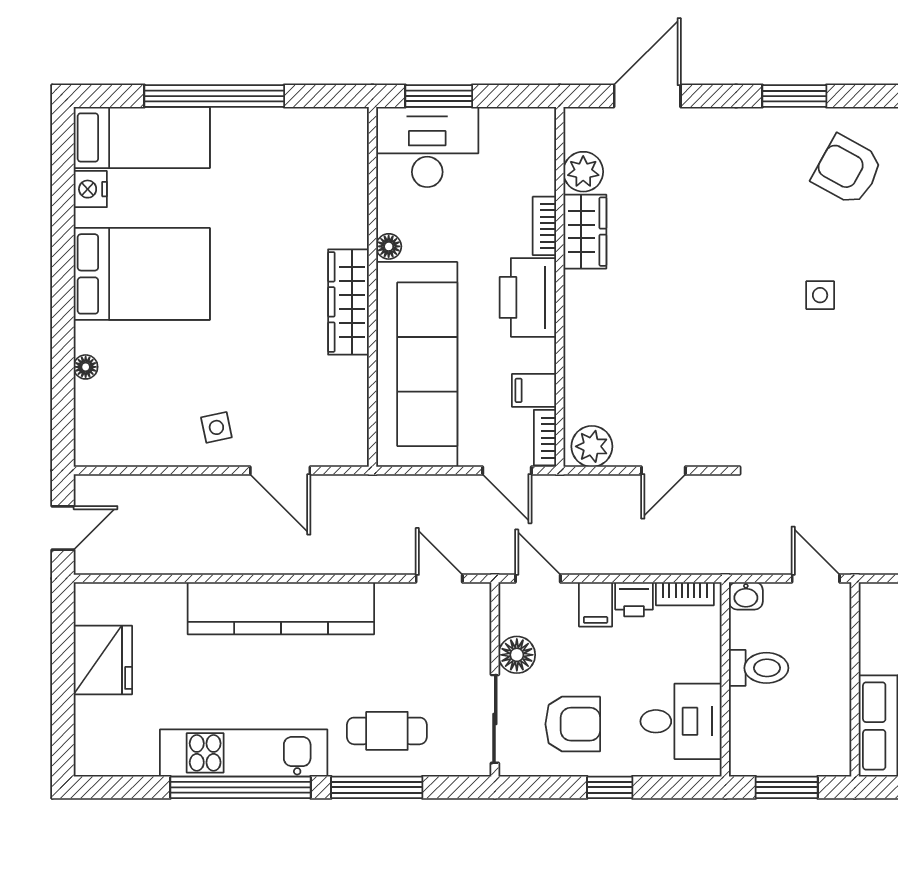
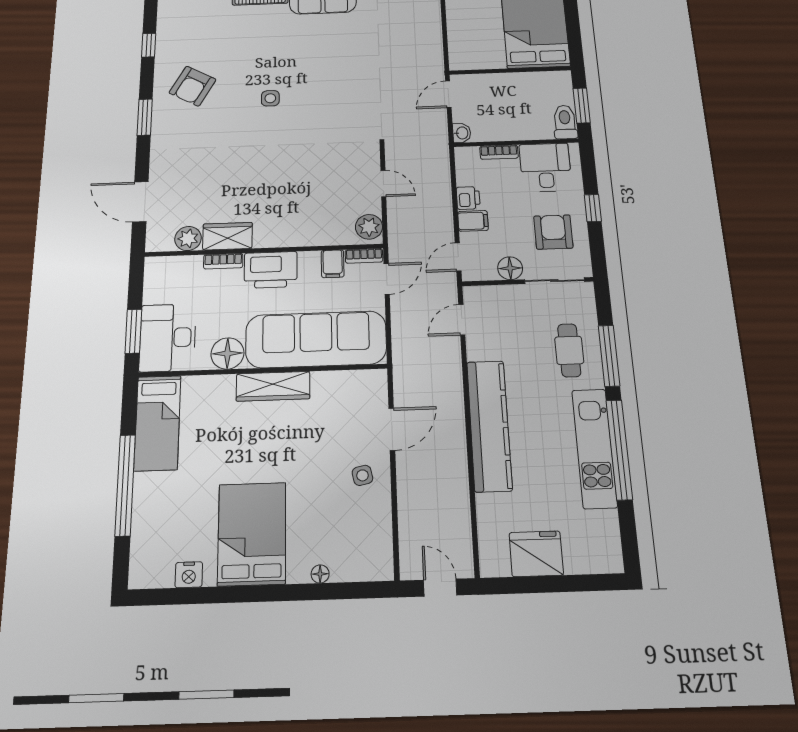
bed: (142, 137) -> (157, 423), moved, turned 180
floor lamp: (389, 246) -> (227, 353), width x1.89, depth x1.89
bookcase: (685, 594) -> (499, 152), moved, turned 90
toilet: (759, 668) -> (565, 122), moved

